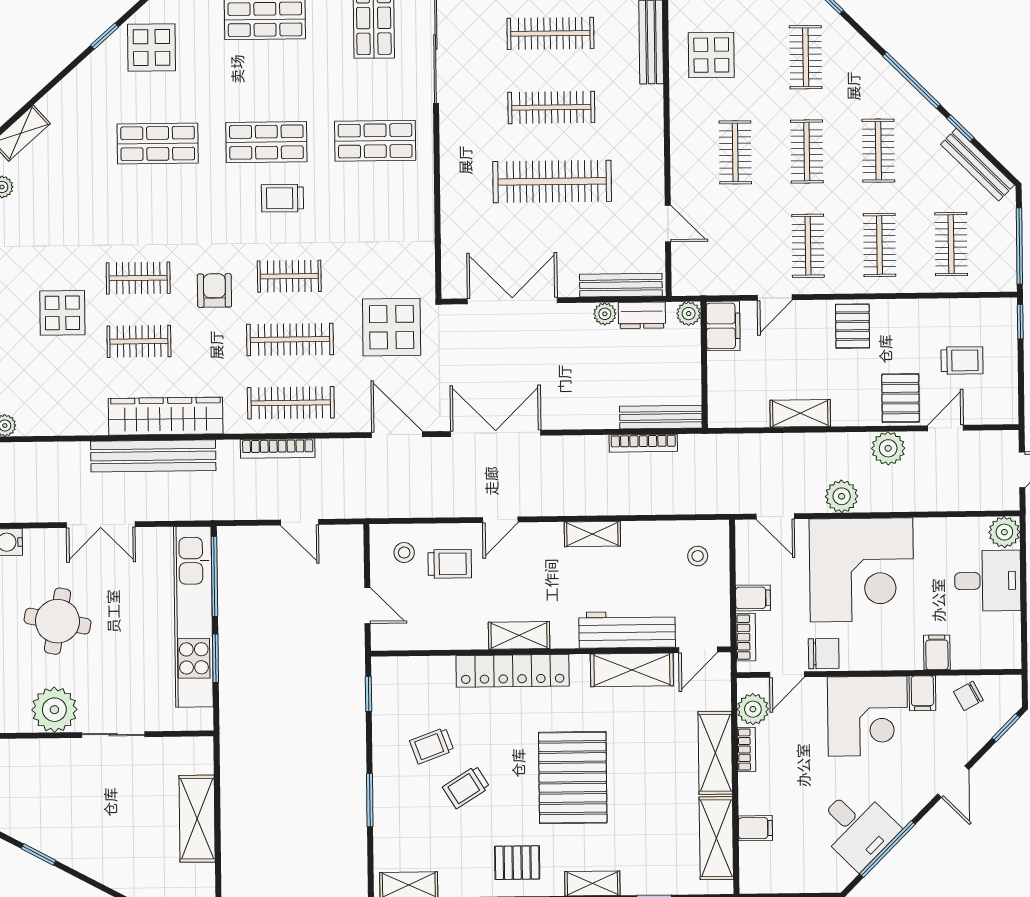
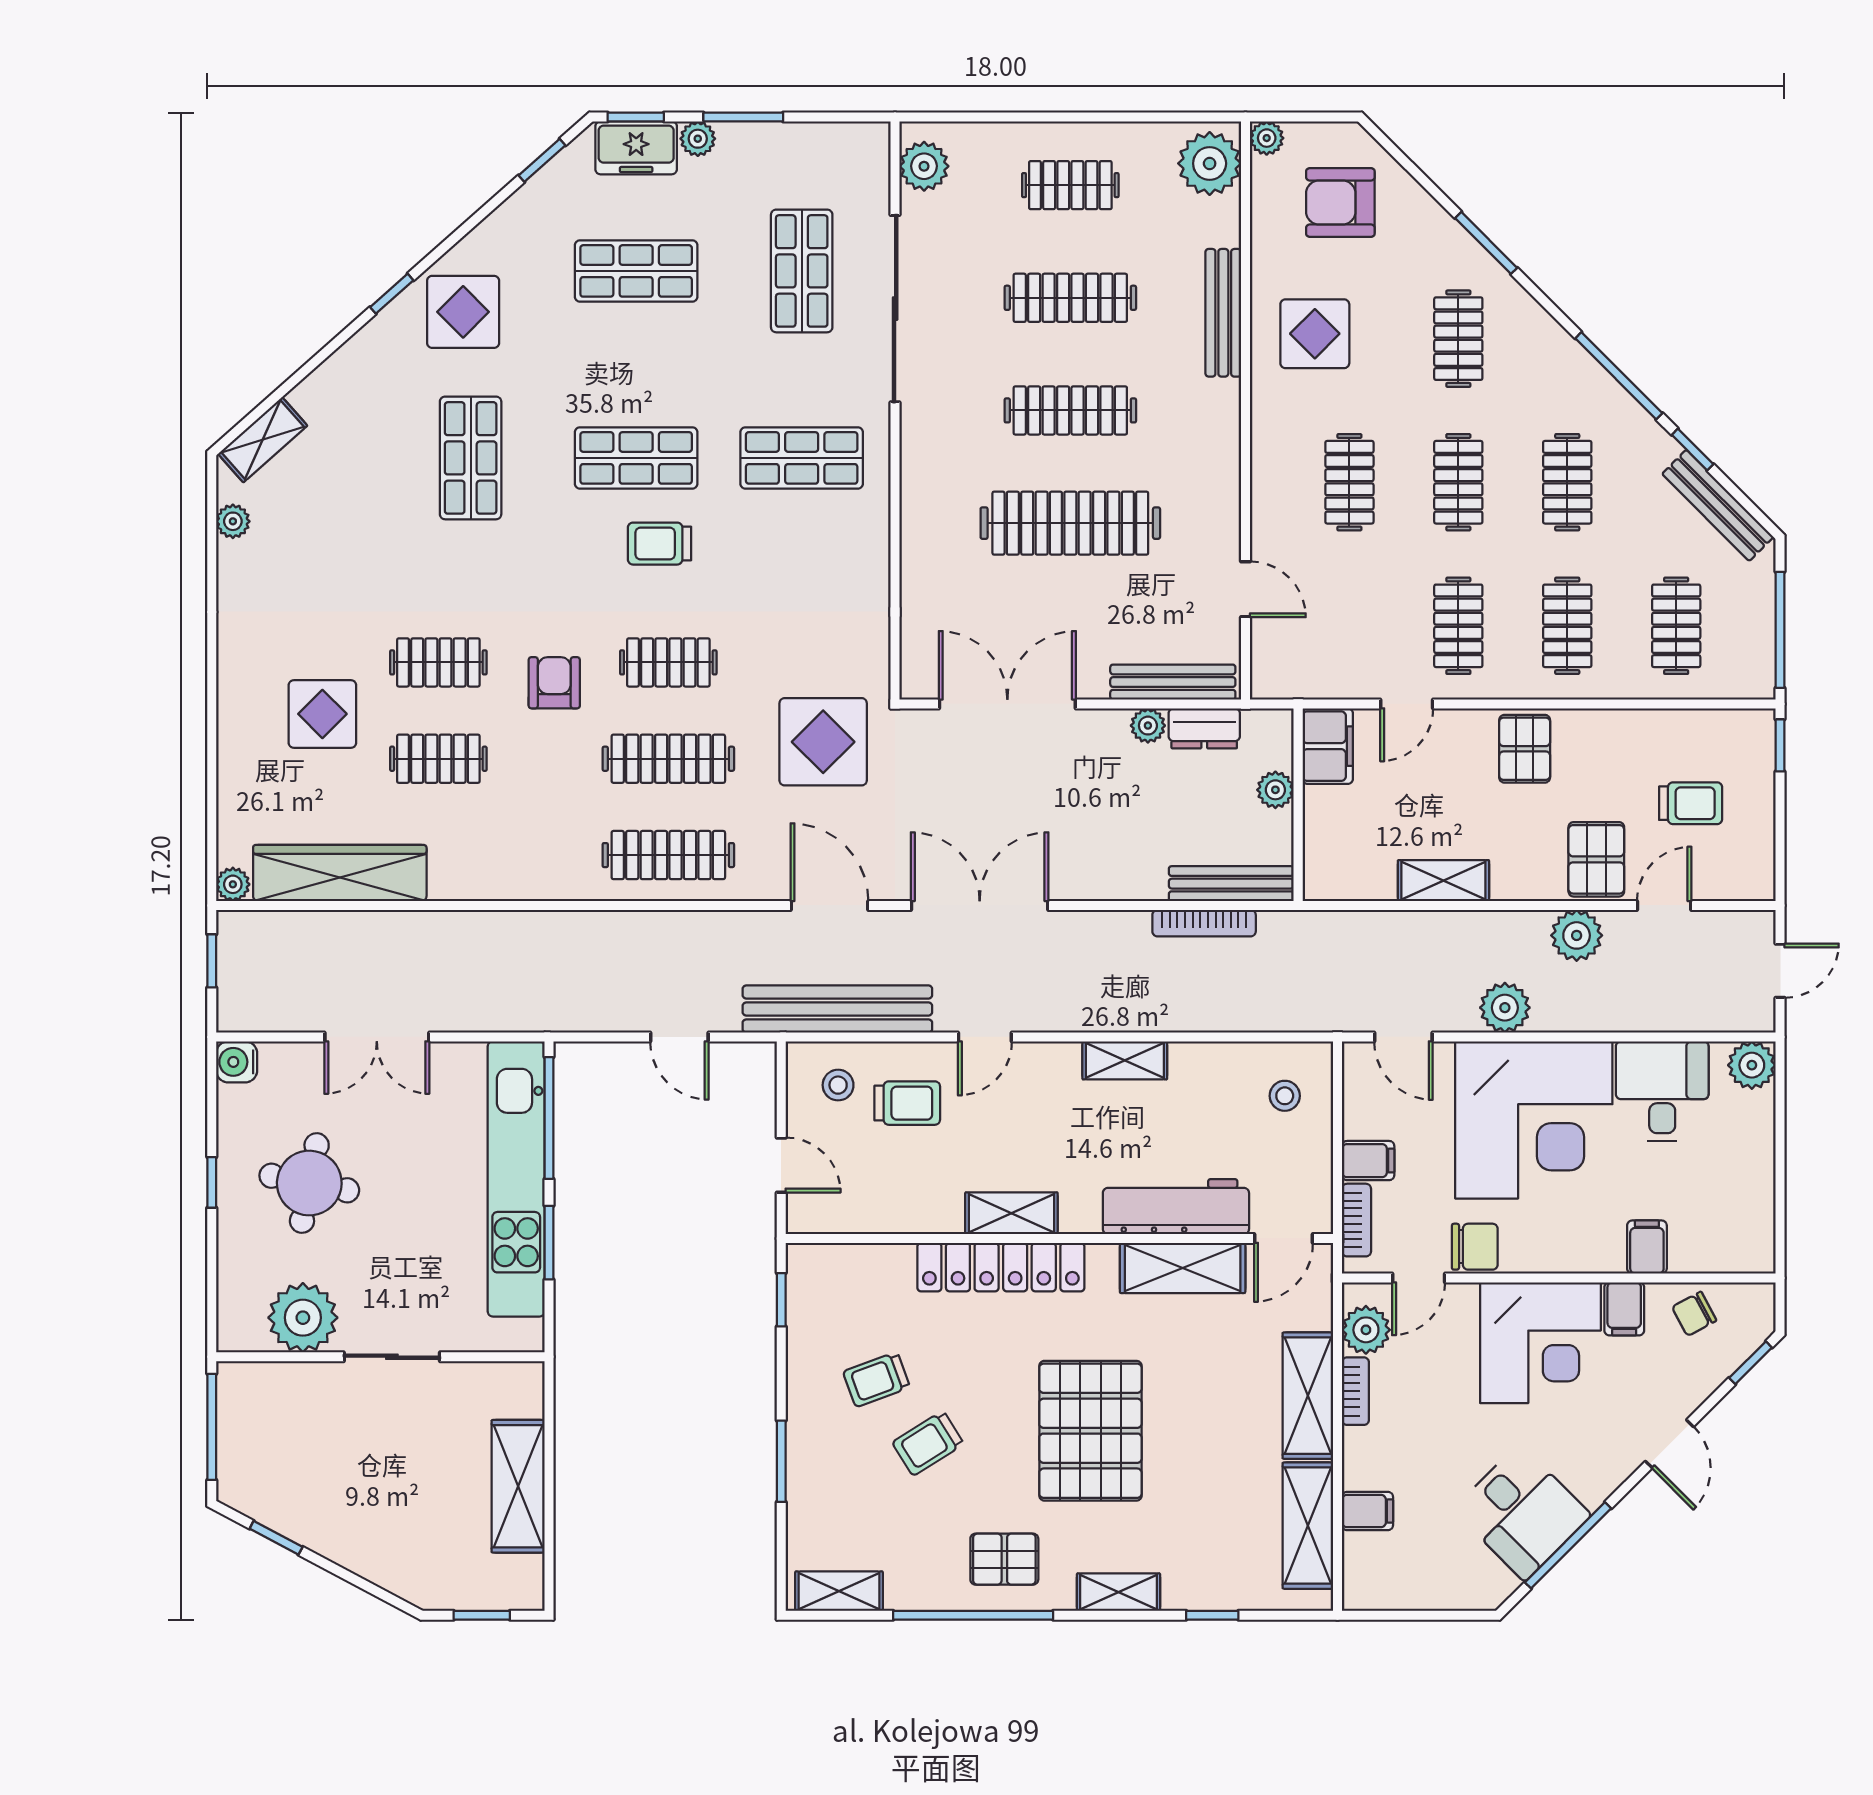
shop shelf: (158, 143) -> (471, 458), turned 90
plant: (689, 314) -> (1275, 790), moved
wardrobe: (166, 416) -> (340, 873), moved
bookcase: (278, 448) -> (648, 924), removed
bench: (153, 456) -> (837, 1009), moved
desk: (988, 581) -> (1662, 1091), moved, turned -90

